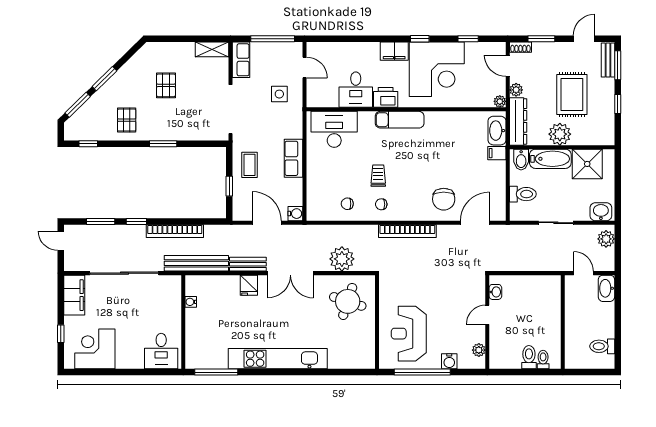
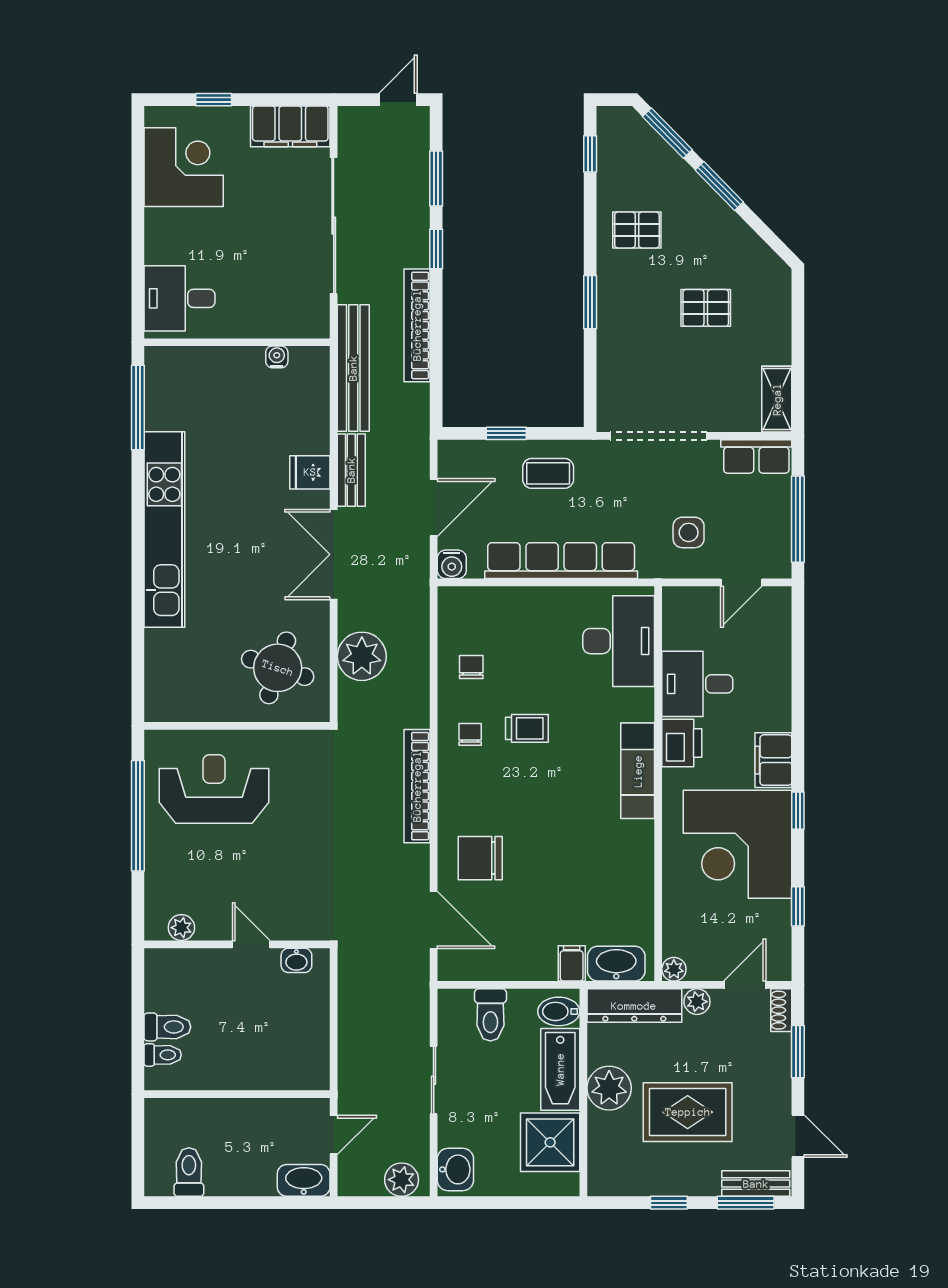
row of seats: (294, 158) -> (561, 561), width x2.02
water cooler: (449, 361) -> (159, 869), removed

